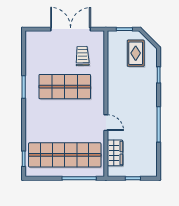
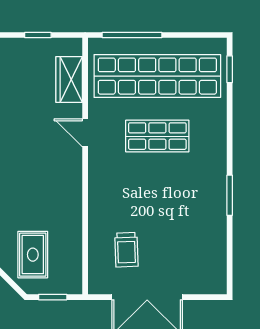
shop shelf: (65, 87) -> (157, 136), moved, width x0.70, depth x0.74

